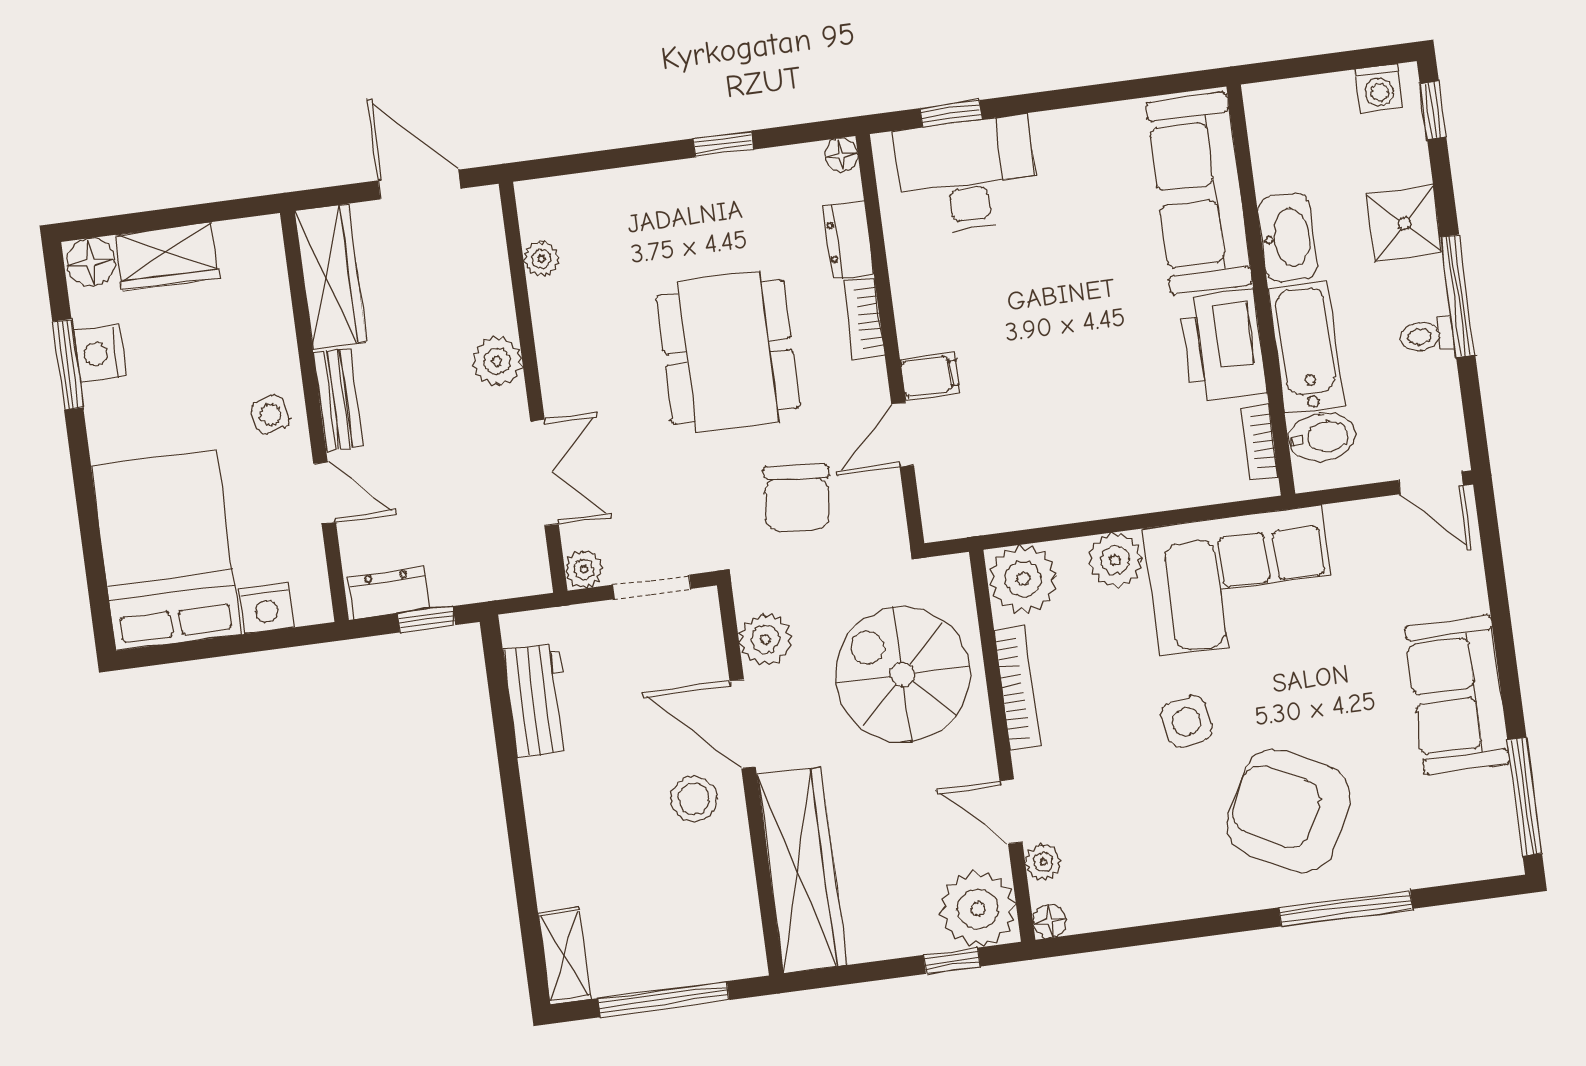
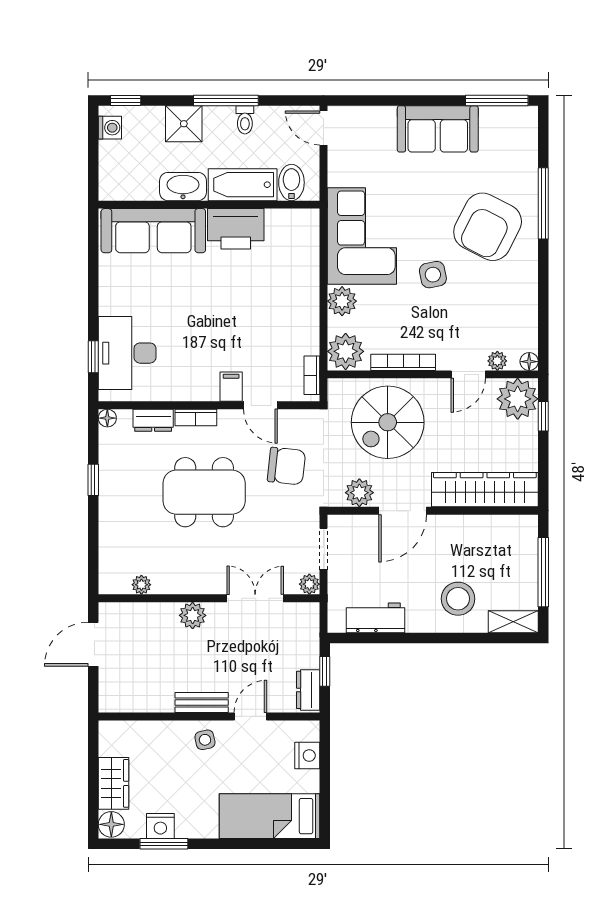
wardrobe: (330, 276) -> (136, 698), removed
bookcase: (1259, 442) -> (312, 375), moved, turned 90
door: (1431, 483) -> (323, 128), swing flipped
bed: (166, 550) -> (269, 816), width x0.67
stool: (694, 799) -> (458, 599), moved, width x1.38, depth x1.38

